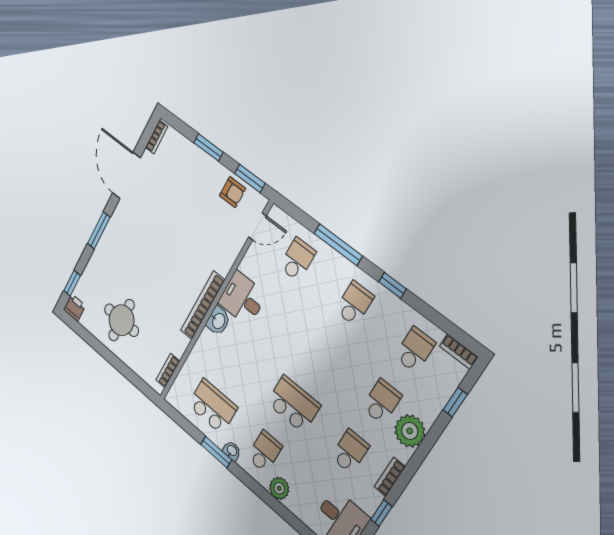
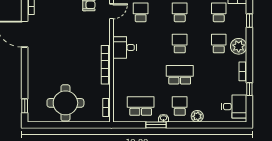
window: (99, 230) -> (25, 70), removed
printer: (74, 308) -> (34, 116), removed
round table: (122, 320) -> (65, 103), width x1.36, depth x1.36
washbasin: (218, 321) -> (118, 66), removed
school desk: (350, 451) -> (180, 44), moved

